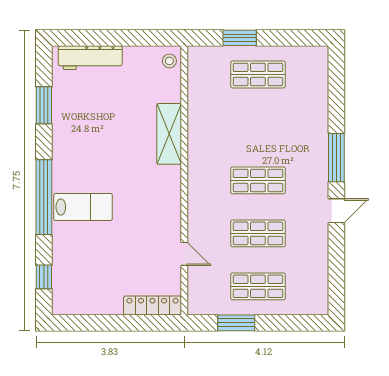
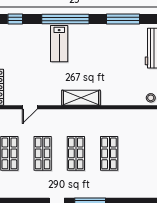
shop shelf: (258, 74) -> (109, 153), moved
window: (44, 105) -> (123, 19), width x1.44
shelving: (169, 134) -> (81, 98), moved

